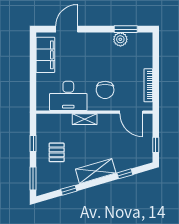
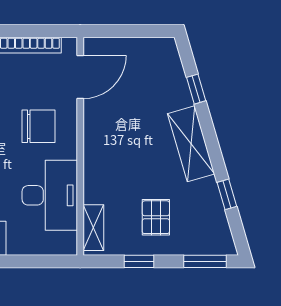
shelving: (85, 119) -> (93, 228), moved
window: (156, 145) -> (142, 31), removed
pallet: (57, 152) -> (156, 217), turned 90

